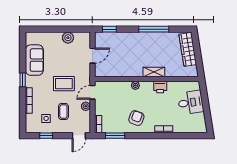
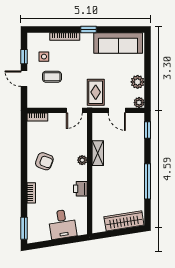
sofa: (34, 60) -> (118, 43), width x1.36
shelving: (154, 72) -> (98, 153), moved
rug: (64, 84) -> (96, 92), moved
door: (92, 92) -> (74, 110), swing flipped
plant: (86, 106) -> (139, 103), moved
door: (79, 136) -> (24, 79), moved
window: (115, 136) -> (24, 228), moved

